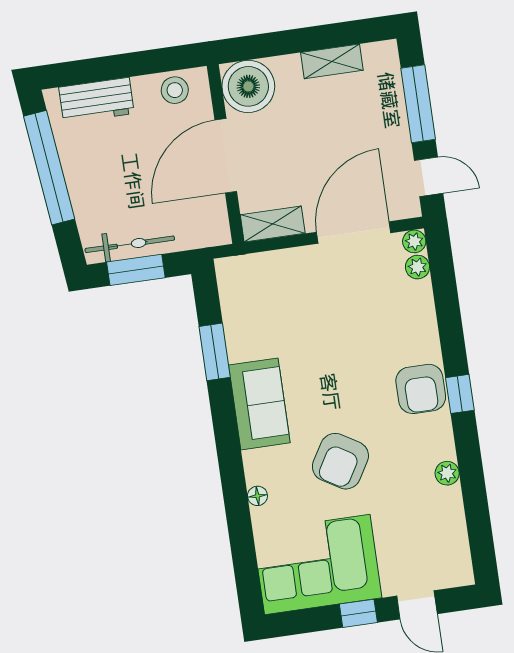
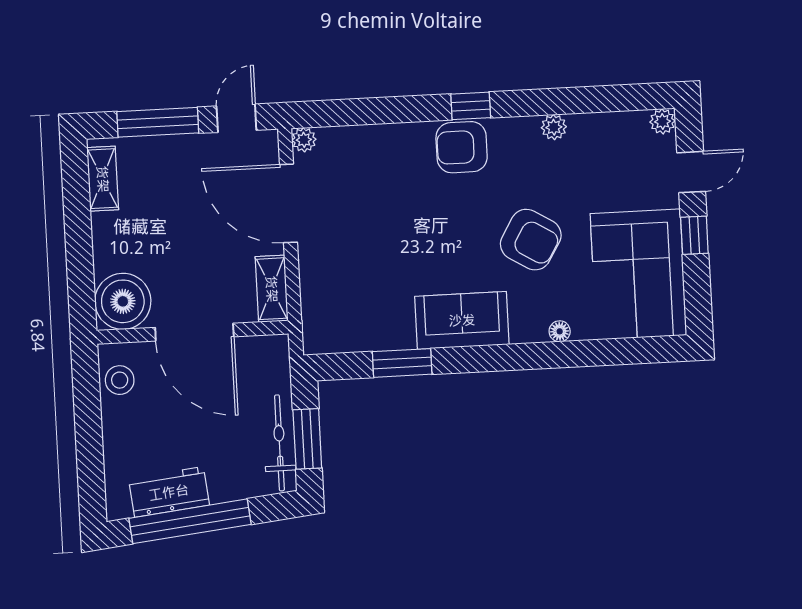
shelving: (332, 61) -> (103, 179), moved
workbench: (96, 100) -> (169, 492), moved, turned -96
plant: (417, 267) -> (662, 121), moved
armchair: (421, 389) -> (462, 147), turned 180

